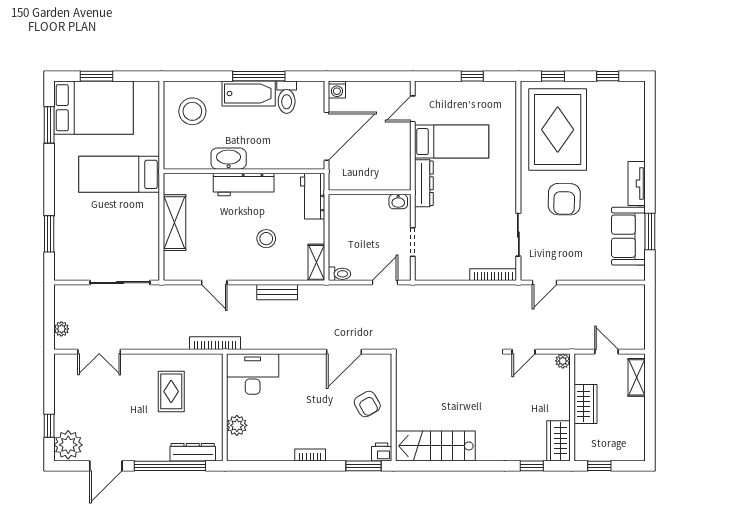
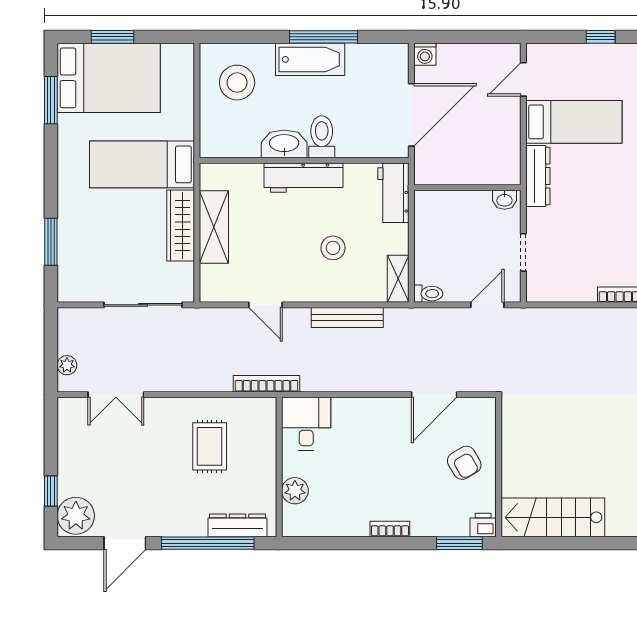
toilet: (287, 97) -> (322, 137), moved, turned 180
wardrobe: (149, 221) -> (181, 226), added
bench: (277, 292) -> (347, 317), width x1.36
desk: (253, 374) -> (306, 424), width x0.73

